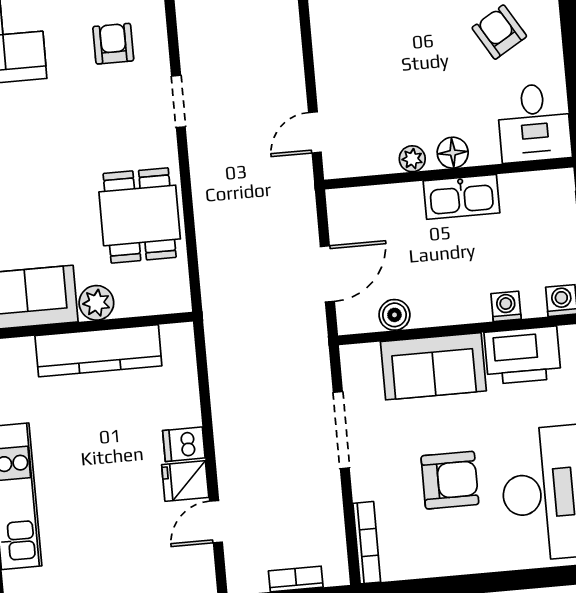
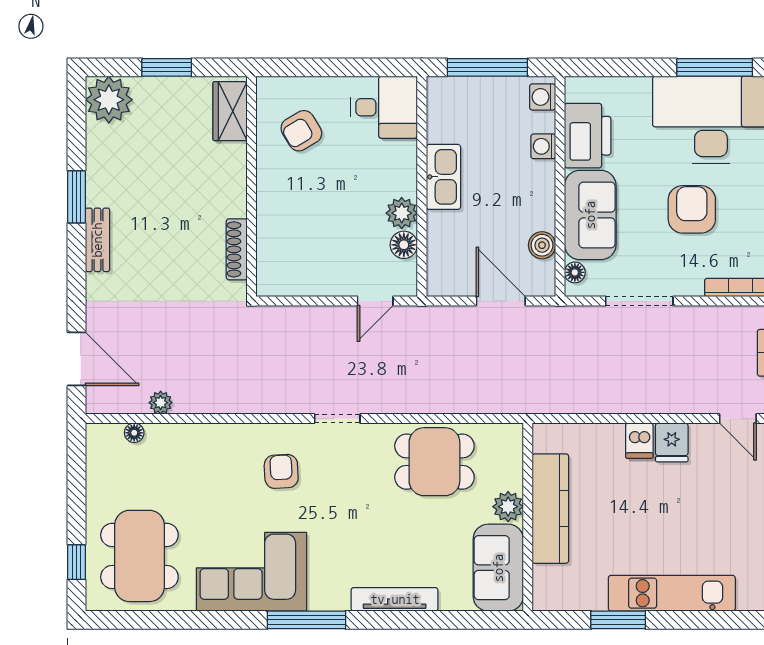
armchair: (113, 44) -> (281, 471), turned 87
door: (315, 132) -> (375, 301), hinge flipped
floor lamp: (453, 153) -> (404, 245), moved
plant: (412, 159) -> (402, 213), width x1.38, depth x1.38
floor lamp: (367, 355) -> (575, 272), added
door: (216, 522) -> (738, 419), moved

